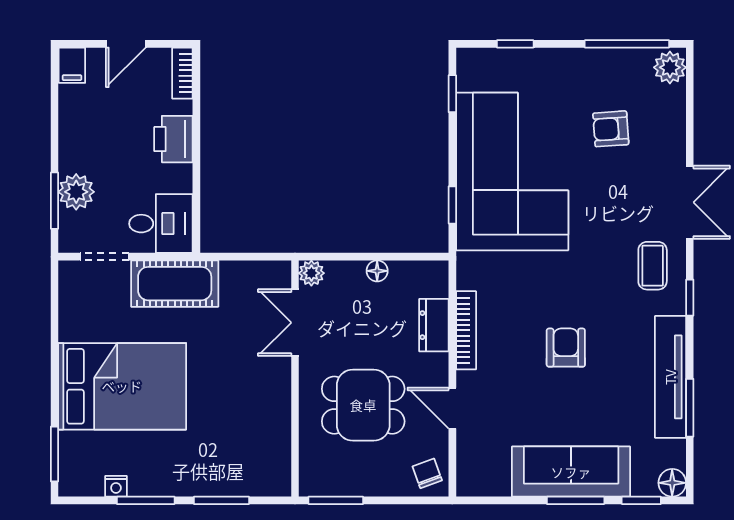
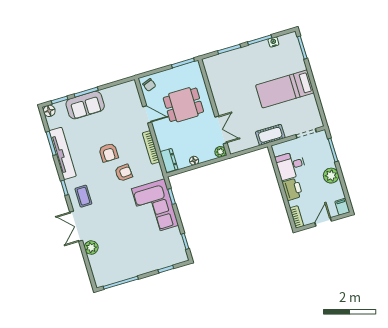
plant: (670, 67) -> (91, 247), moved
armchair: (611, 129) -> (124, 173), moved
corner sofa: (512, 171) -> (155, 207), width x0.73, depth x0.74
plant: (76, 192) -> (331, 176), moved
desk: (161, 224) -> (291, 165), moved
cot: (175, 284) -> (270, 135), width x0.73, depth x0.75
dresser: (434, 325) -> (169, 160), moved
bed: (122, 386) -> (285, 89), width x0.67
sofa: (571, 472) -> (85, 105), width x0.73

